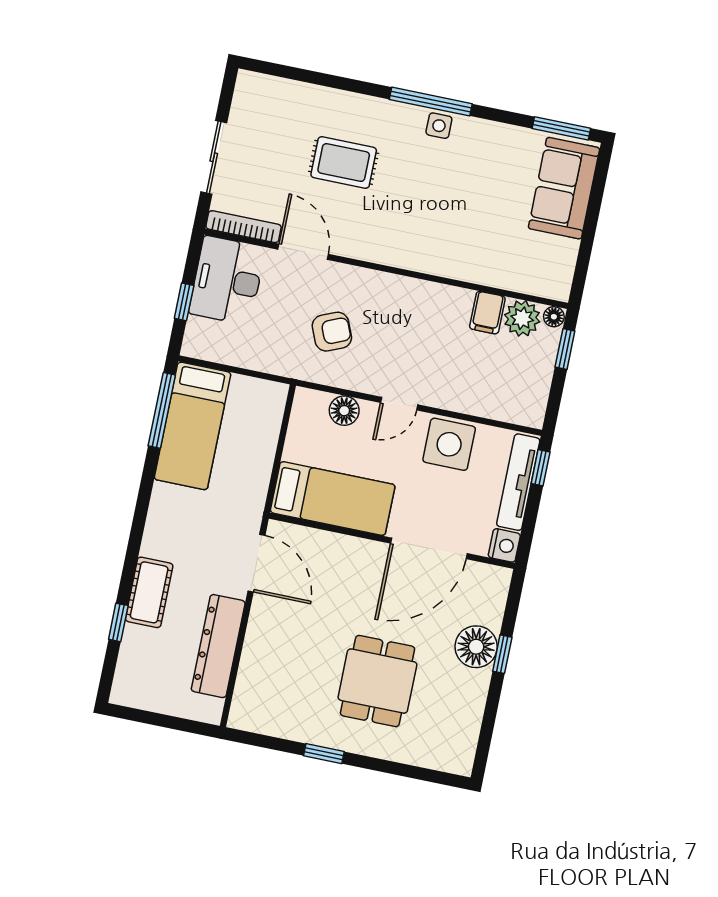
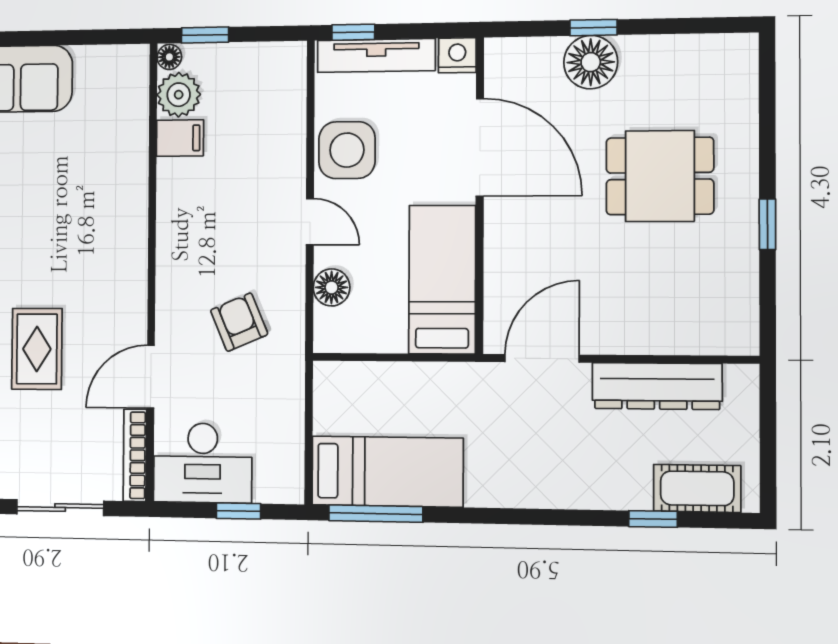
cot: (149, 592) -> (697, 488), moved

